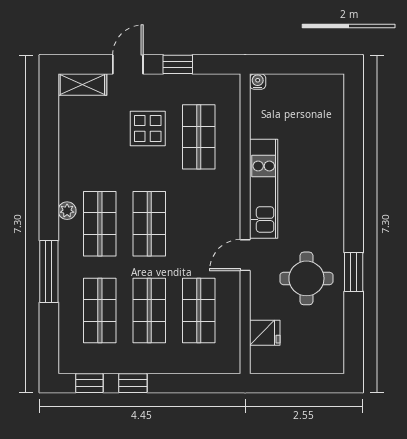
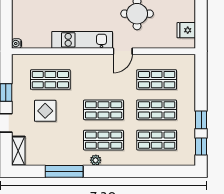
door: (245, 255) -> (123, 51), hinge flipped
window: (49, 272) -> (64, 171), moved
fridge: (265, 333) -> (186, 30), moved, turned -90

